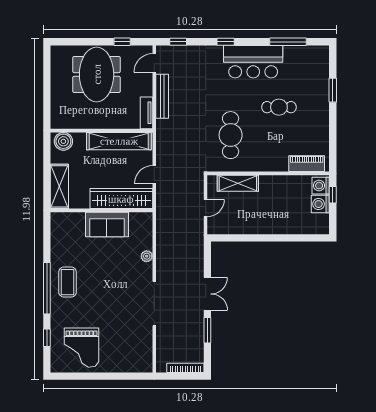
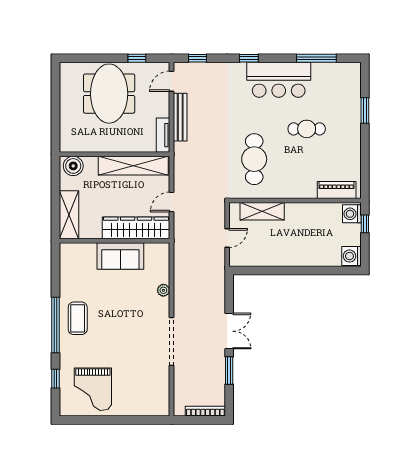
washing machine: (320, 204) -> (351, 256), moved

